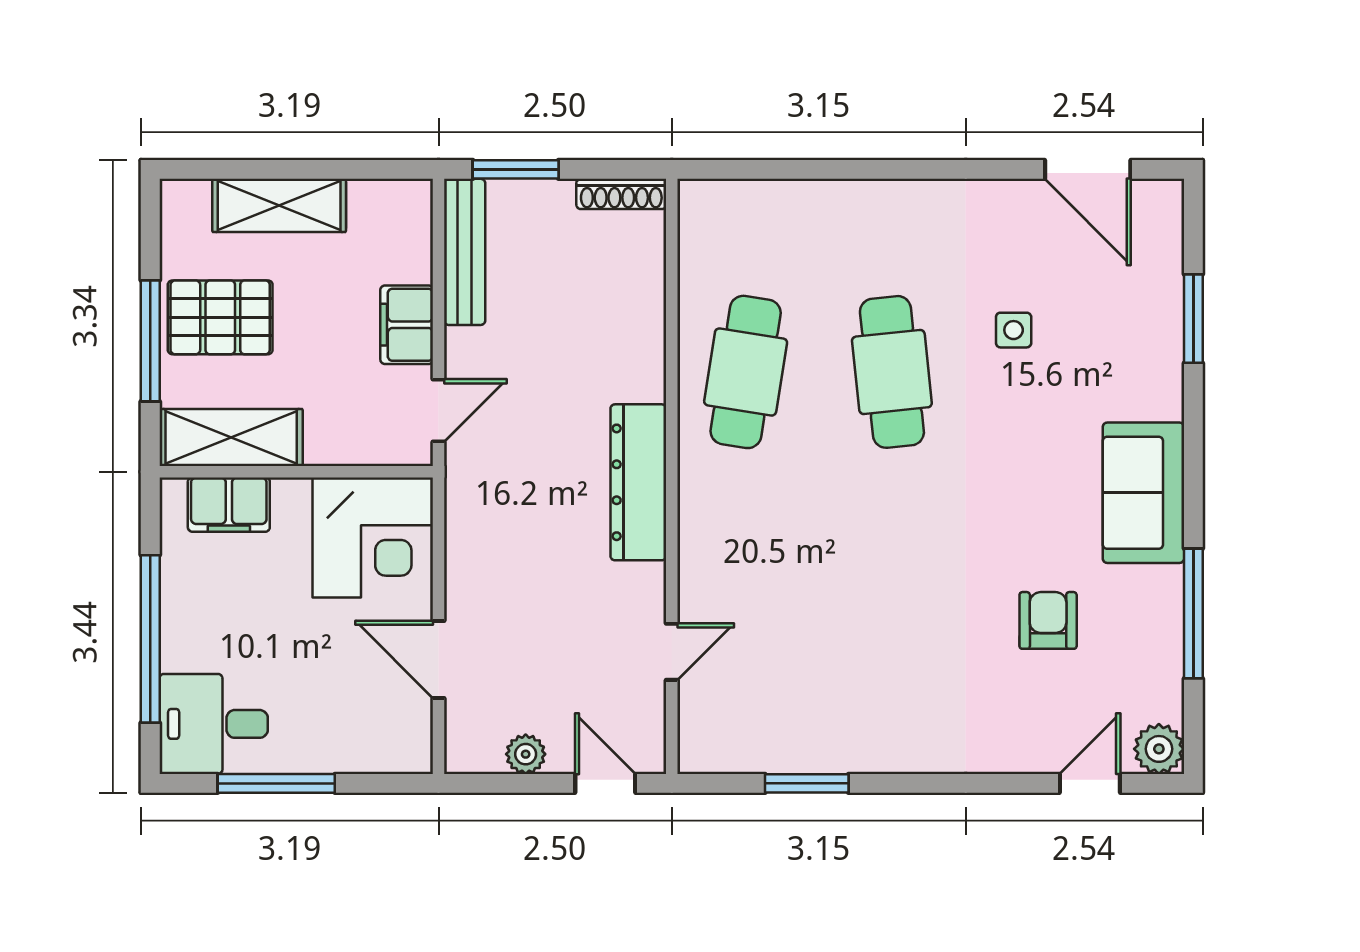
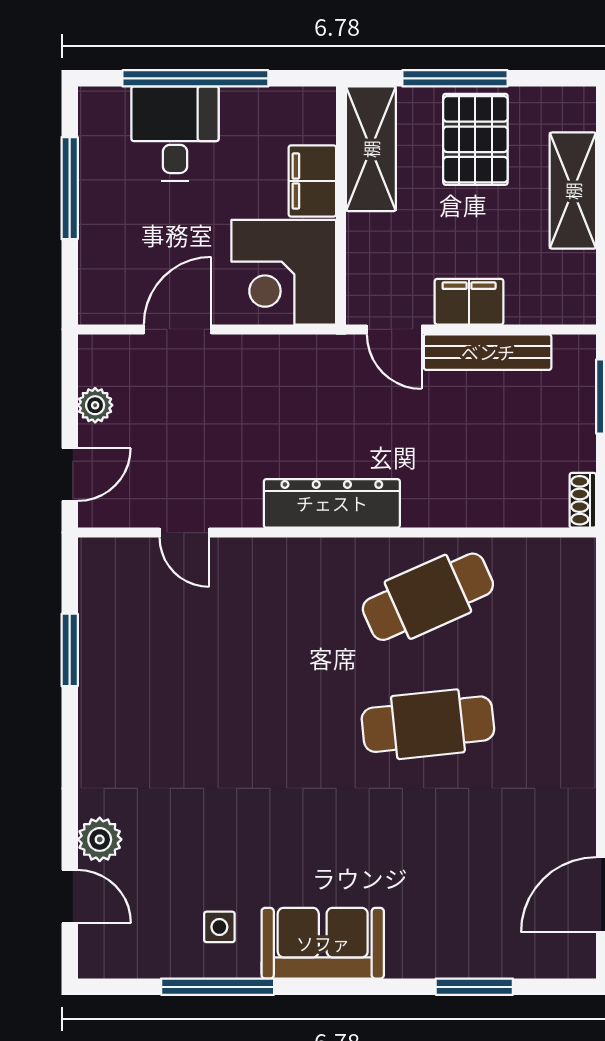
shoe rack: (621, 194) -> (583, 500), width x0.70
bench: (465, 252) -> (488, 352), moved
side table: (1014, 330) -> (219, 927), moved
cafe table: (746, 372) -> (428, 597), turned -33
filing cabinet: (229, 505) -> (312, 181), moved
armchair: (1048, 620) -> (212, 860), removed
desk: (214, 724) -> (175, 134), moved
plant: (1159, 749) -> (100, 839), moved

